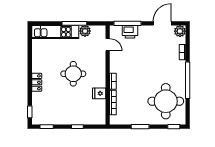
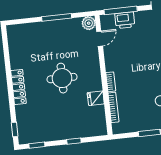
plant: (85, 31) -> (89, 23), moved
kitchen unit: (55, 32) -> (35, 30), removed
door: (108, 45) -> (100, 39), hinge flipped
locker: (37, 82) -> (18, 87), width x1.53

